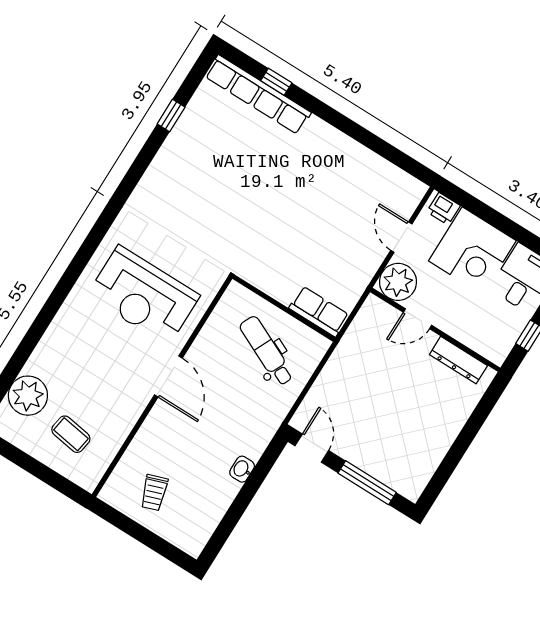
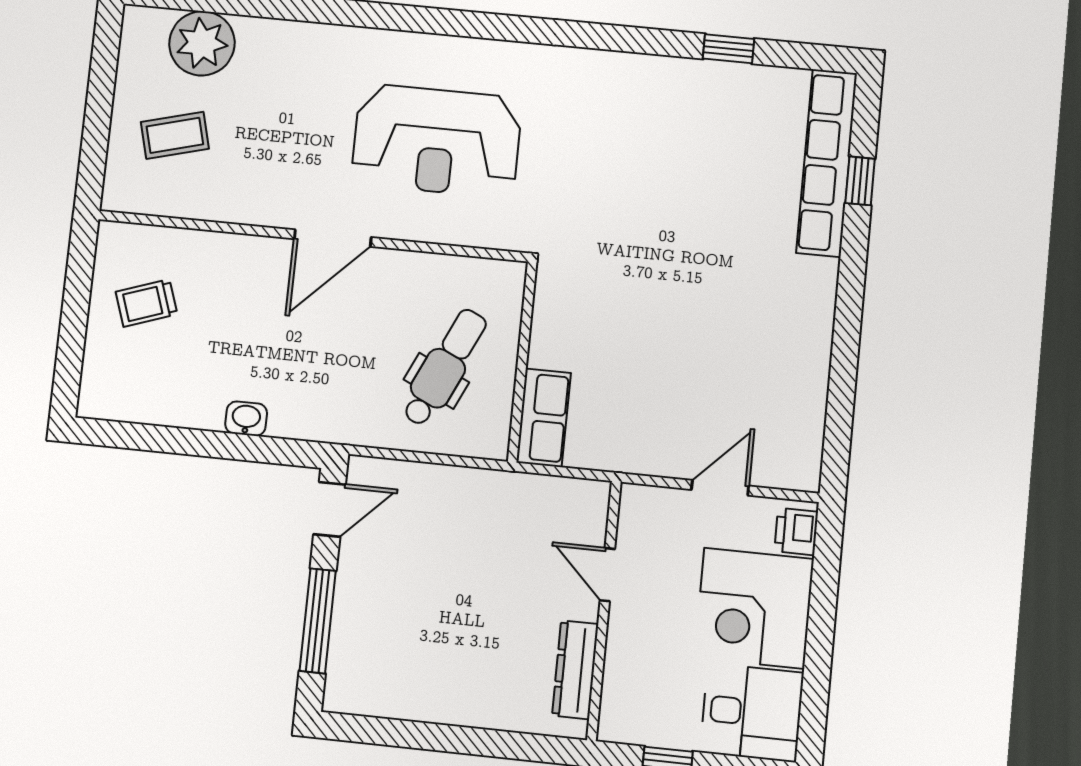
plant: (398, 282) -> (649, 517), removed
reception desk: (143, 295) -> (437, 141), turned -90
coffee table: (71, 434) -> (175, 135), turned 66

